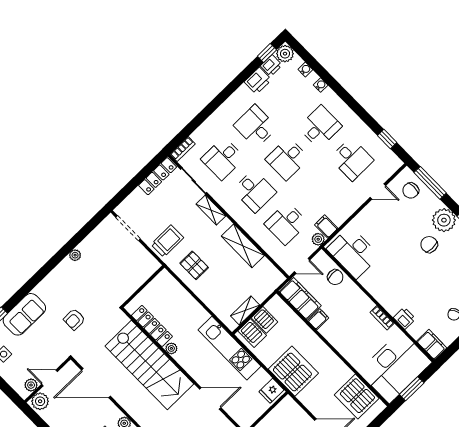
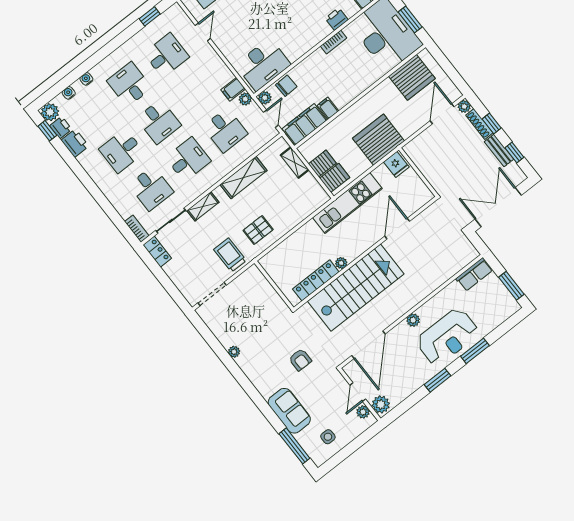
locker: (158, 176) -> (157, 252), width x0.66
plant: (321, 258) -> (265, 98), added
shelving: (245, 310) -> (295, 162), moved

